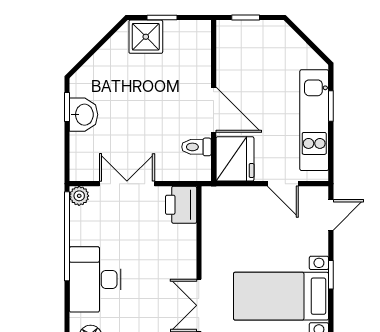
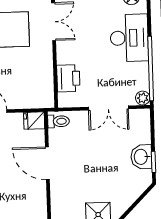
toilet: (196, 147) -> (59, 121), moved
fridge: (235, 159) -> (34, 121), width x0.53, depth x0.75
printer: (181, 205) -> (68, 78), moved

